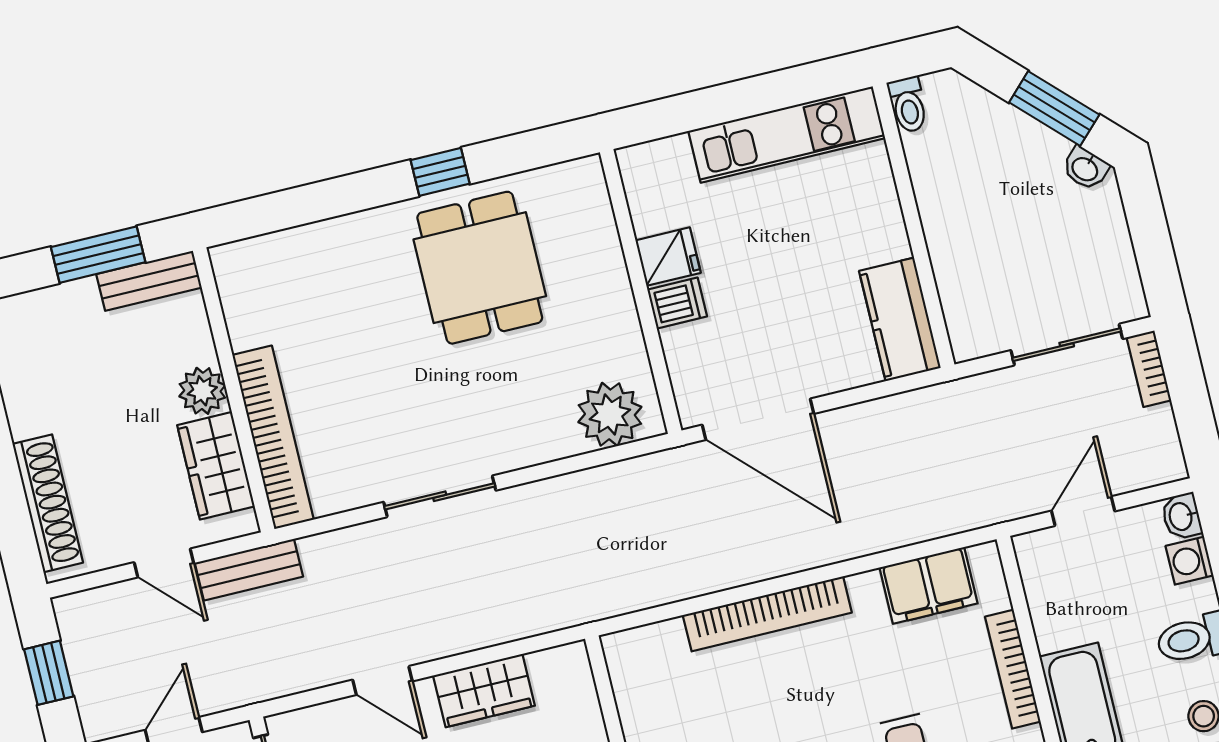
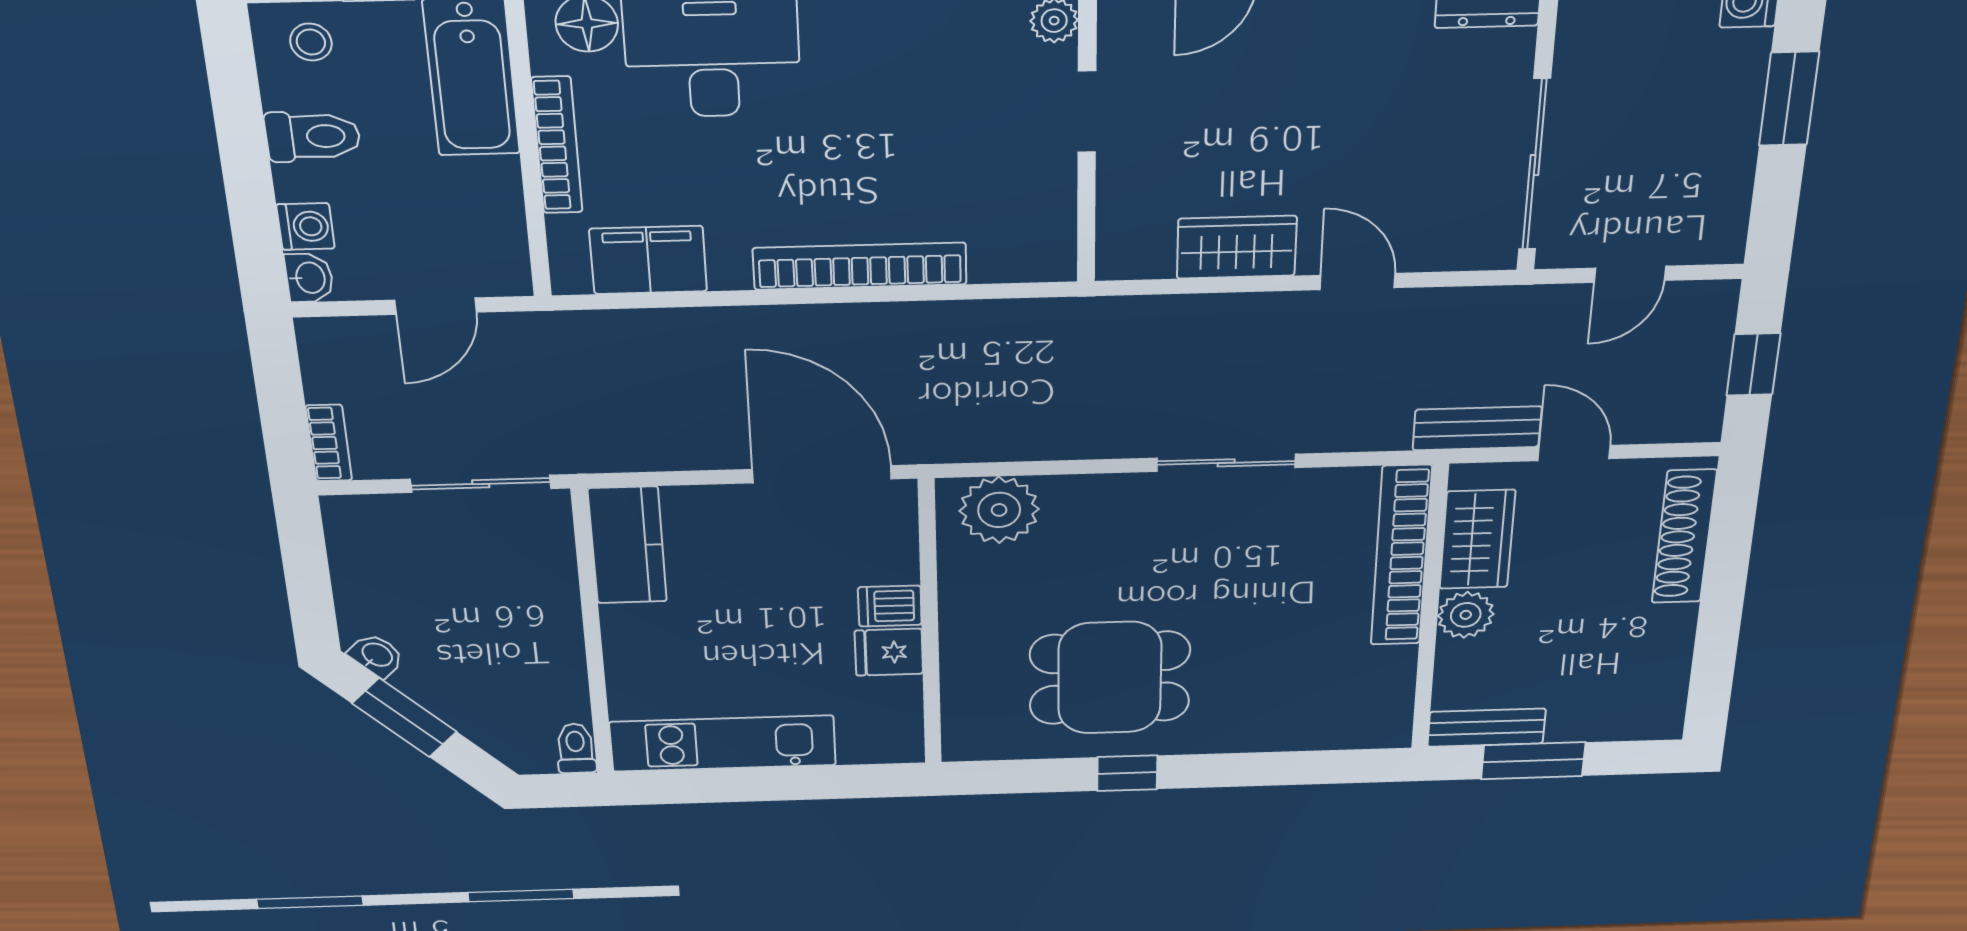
dining table: (480, 268) -> (1110, 678), turned 90
sliding door: (1067, 345) -> (481, 484), moved

